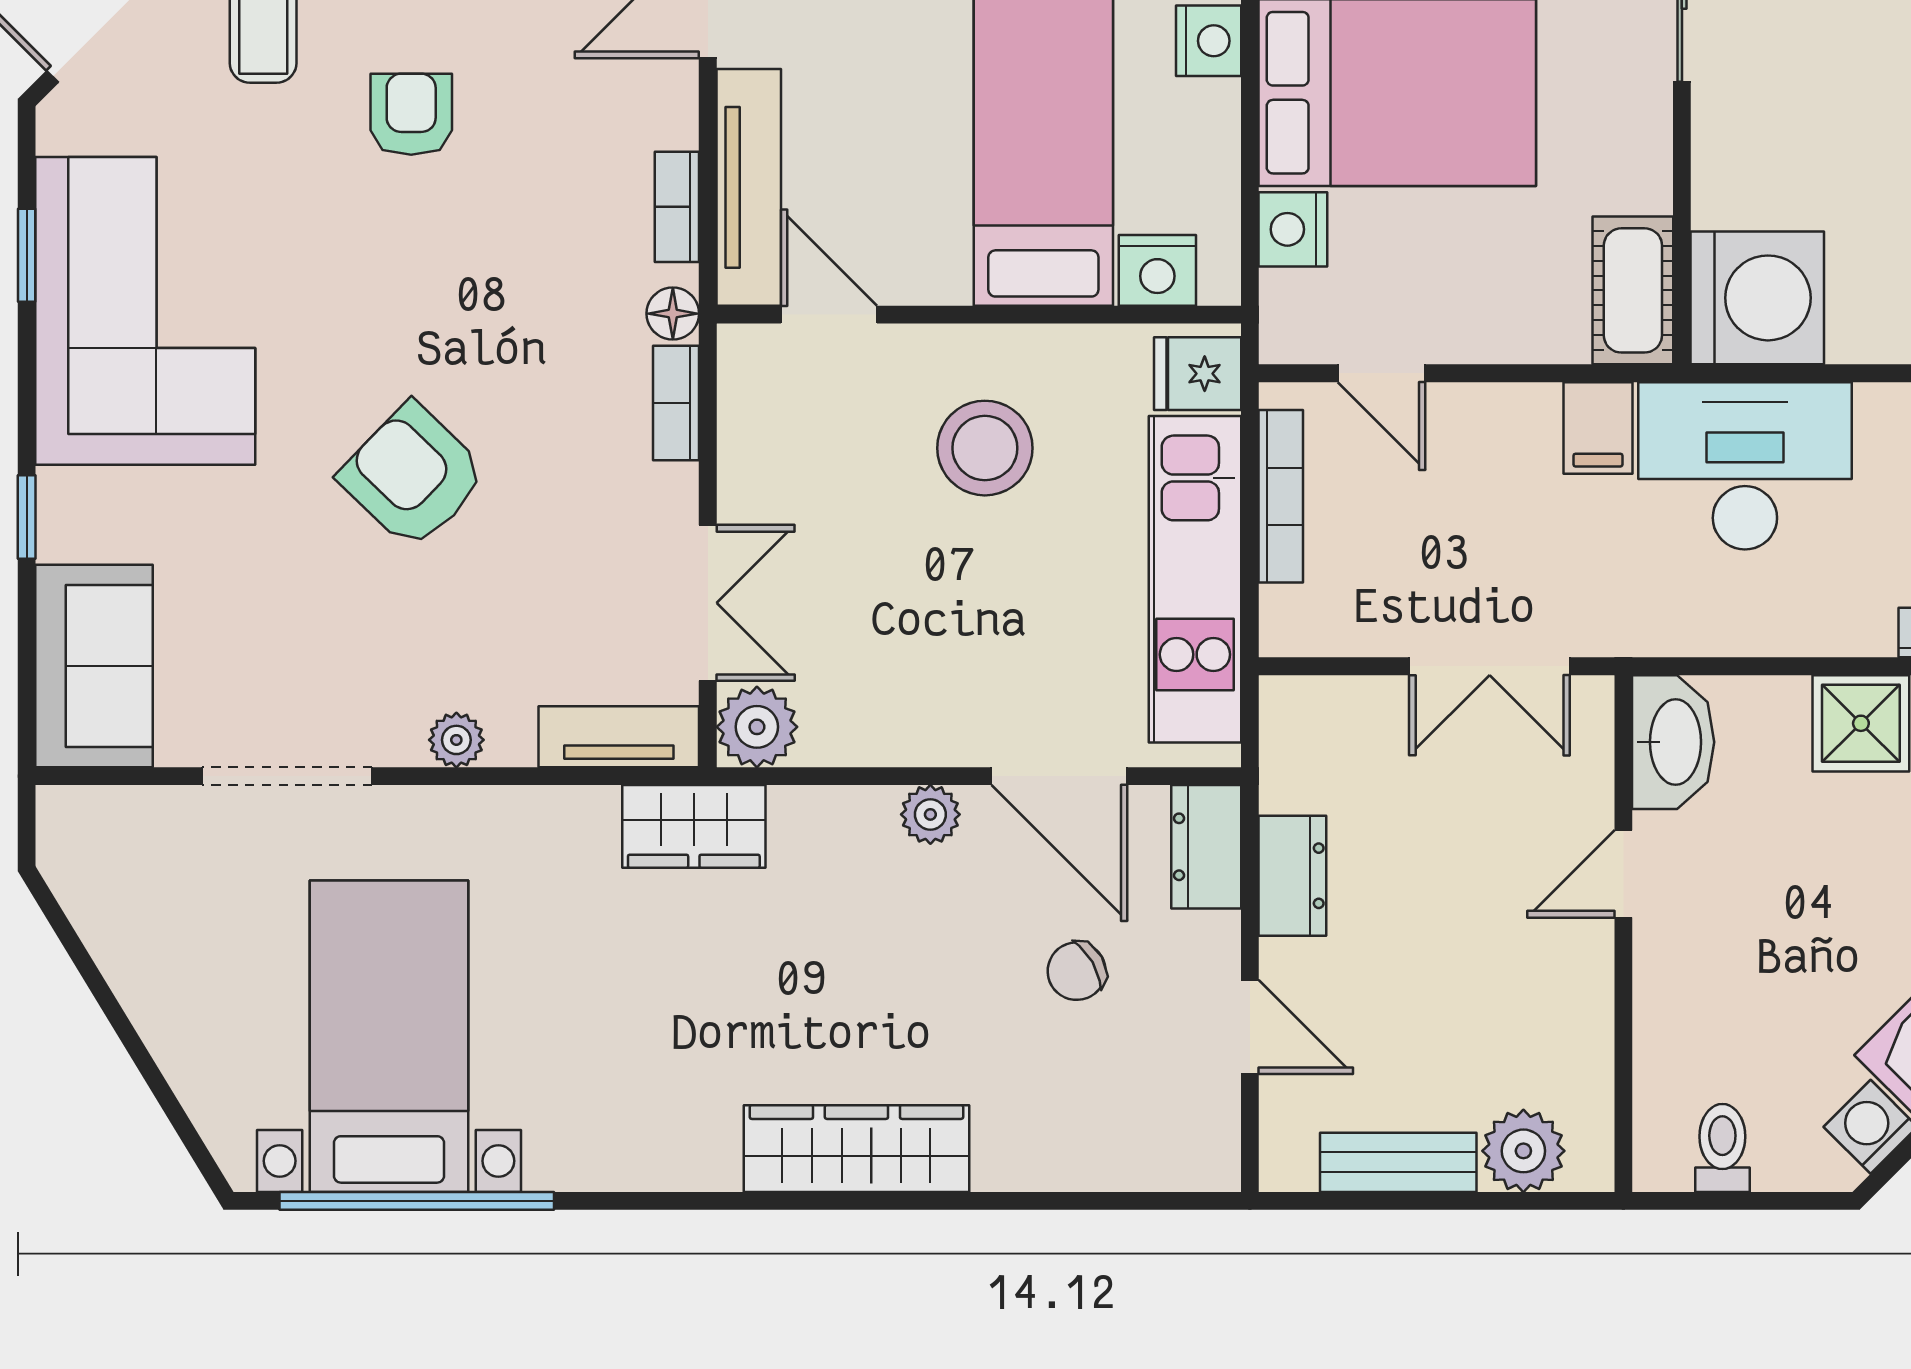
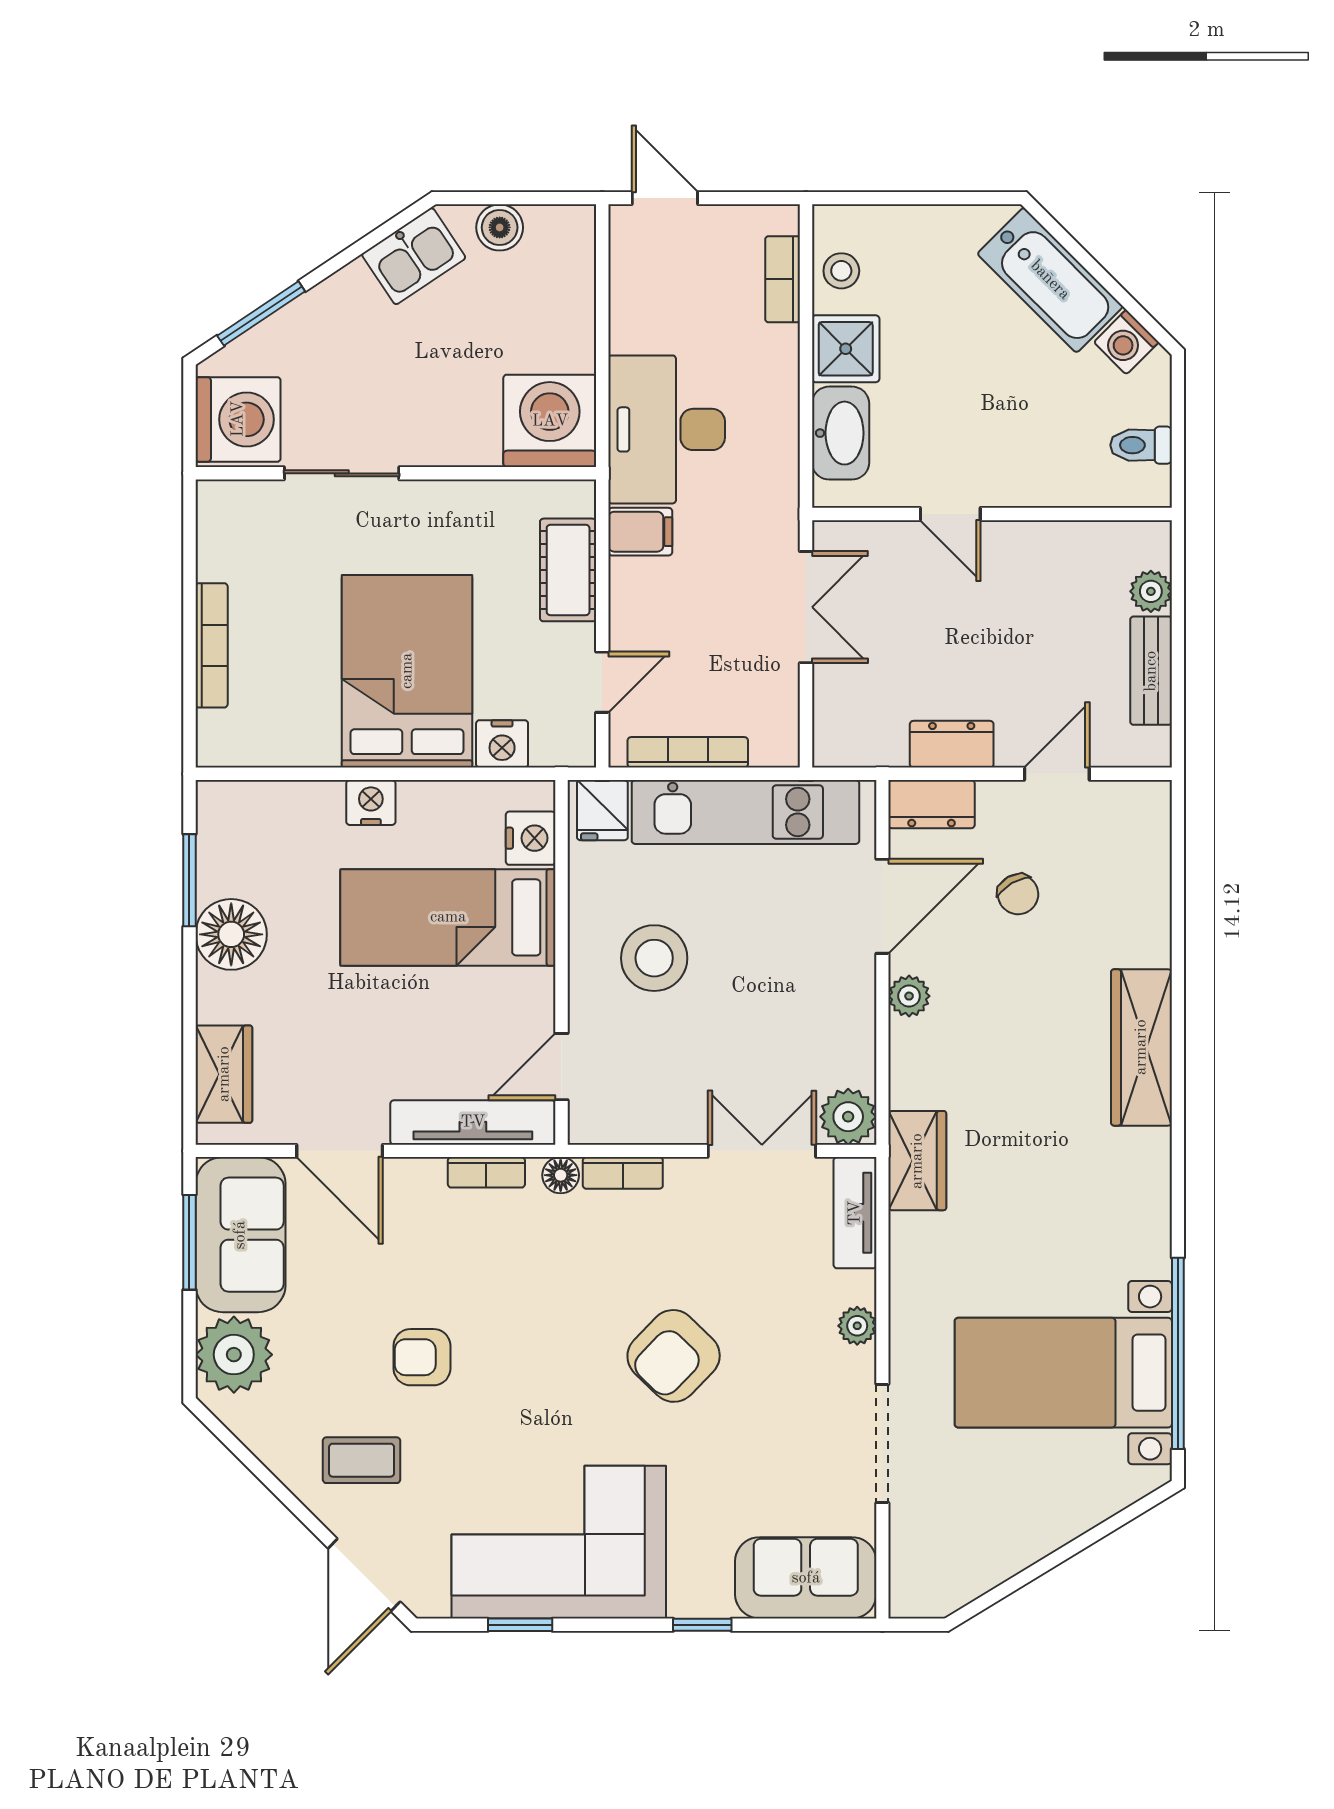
cot: (1633, 290) -> (568, 570), moved, turned 90
washbasin: (1673, 742) -> (841, 433), moved, turned 90
plant: (1523, 1151) -> (1151, 591), width x0.73, depth x0.73

